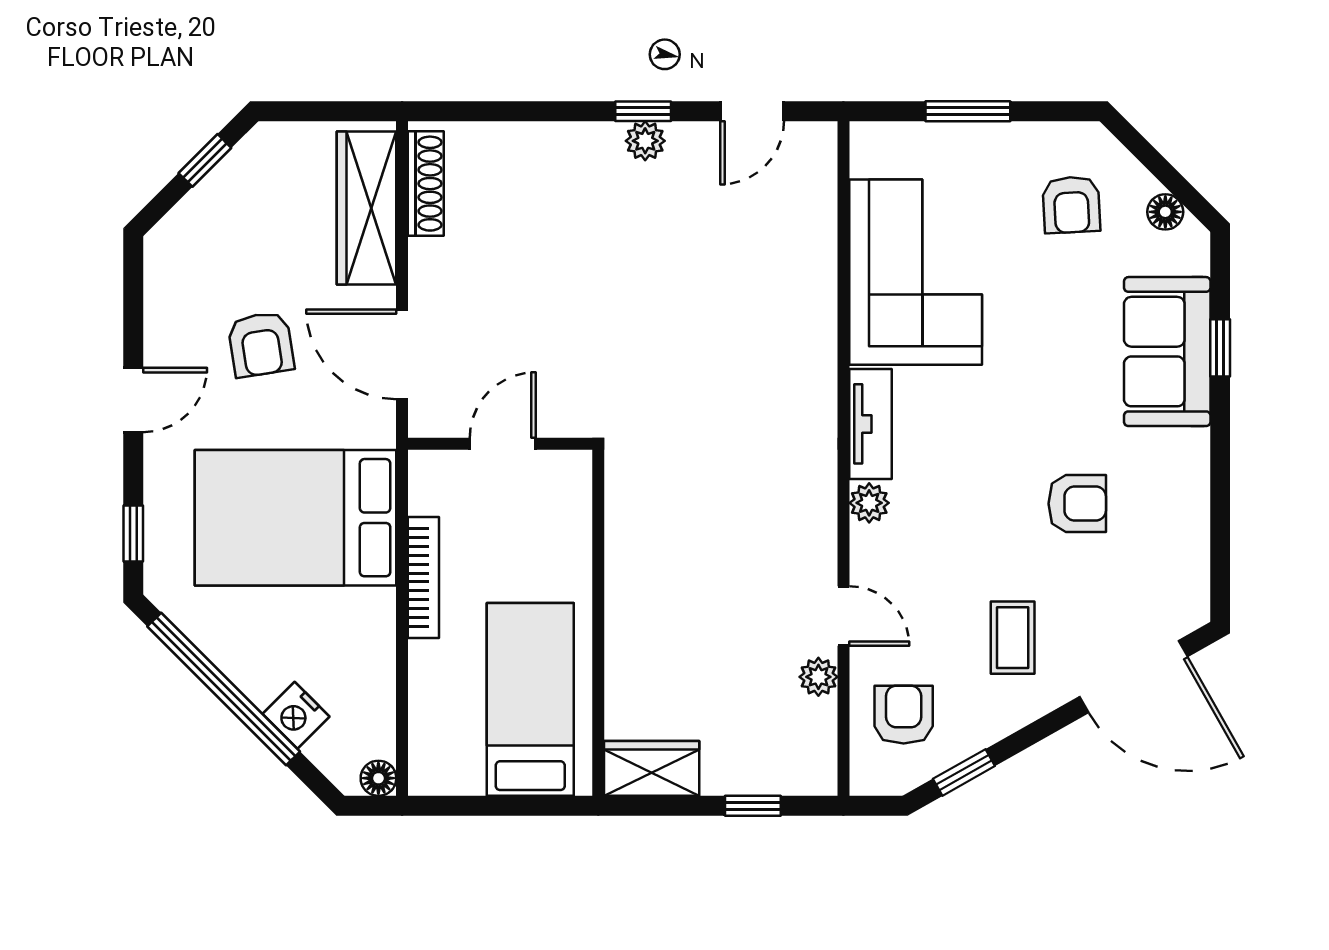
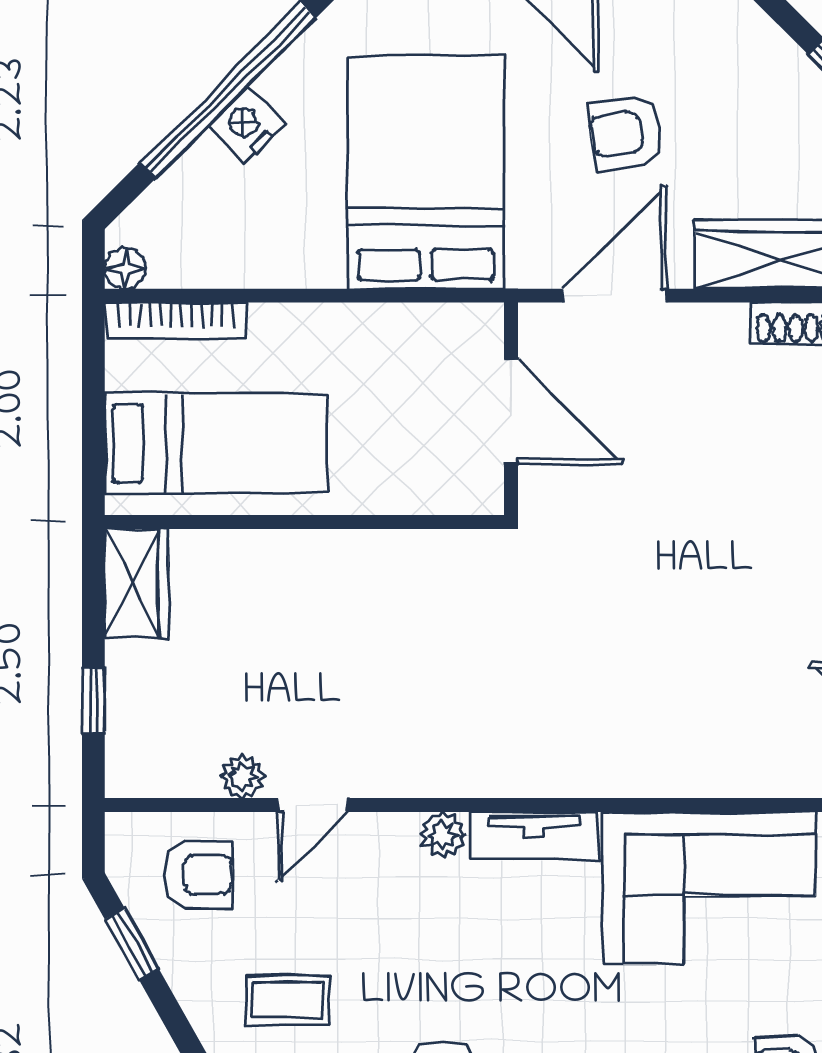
door: (503, 444) -> (511, 412), width x1.38
bookcase: (423, 578) -> (177, 320), moved
nightstand: (296, 715) -> (246, 125), moved

